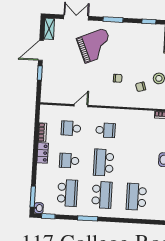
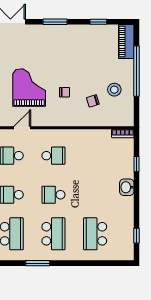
grand piano: (95, 46) -> (29, 87), moved, turned -67
school desk: (104, 163) -> (53, 195), width x0.54

